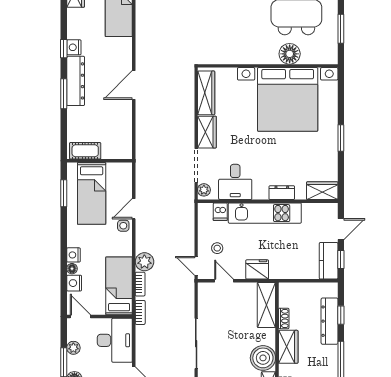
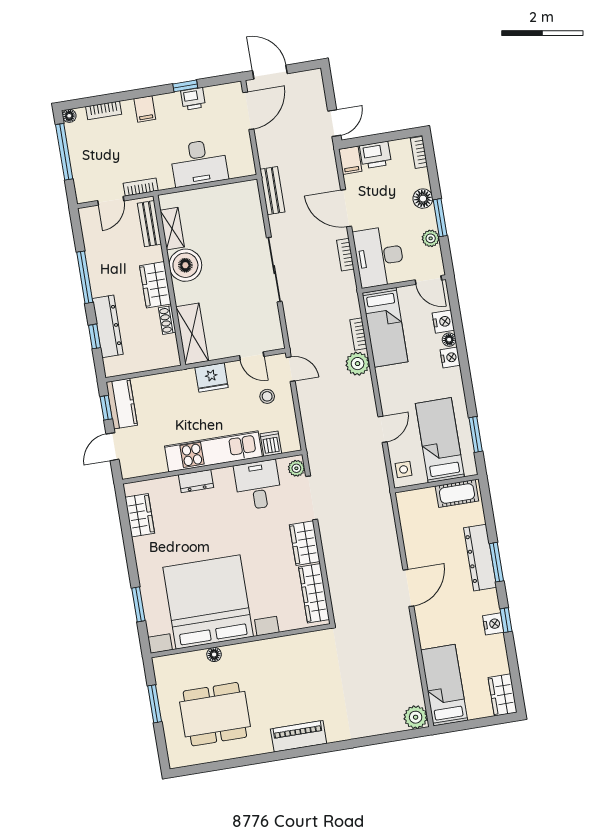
floor lamp: (290, 54) -> (214, 655), width x0.53, depth x0.53
dresser: (76, 81) -> (480, 558), moved
window: (341, 138) -> (138, 604), moved
wardrobe: (322, 191) -> (140, 515), moved, turned -90
side table: (123, 226) -> (404, 469), moved
bookcase: (140, 312) -> (345, 255), moved

